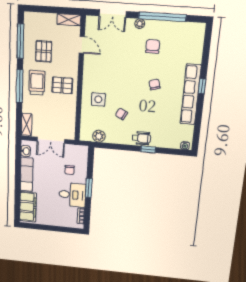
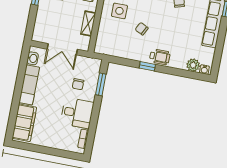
shelving: (27, 124) -> (88, 24), moved
plant: (99, 136) -> (193, 65), moved
window: (148, 149) -> (147, 66), moved
window: (89, 188) -> (101, 84), moved

